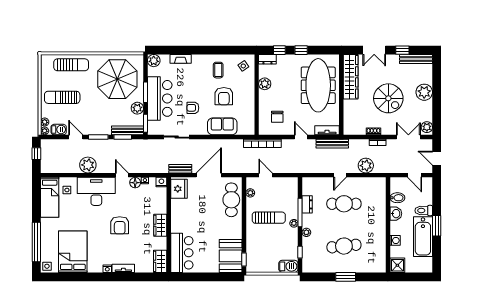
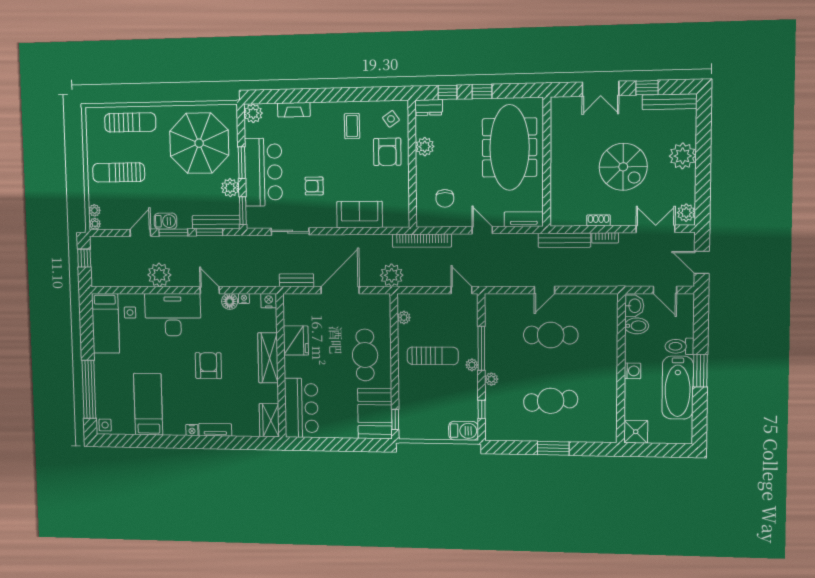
wardrobe: (351, 77) -> (562, 133), removed
armchair: (224, 96) -> (387, 152), moved
barbecue: (59, 130) -> (165, 221), moved
door: (76, 137) -> (140, 233), hinge flipped
bench: (332, 144) -> (564, 240), moved
plant: (366, 166) -> (392, 275), moved
door: (266, 175) -> (462, 290), moved
fridge: (179, 189) -> (296, 340), moved
cafe table: (231, 200) -> (365, 355), moved
dresser: (307, 204) -> (492, 336), removed
washbasin: (396, 214) -> (634, 306), moved
armchair: (120, 225) -> (208, 366), turned 180
wardrobe: (160, 225) -> (268, 358), width x1.50
washing machine: (395, 240) -> (632, 371), moved
bed: (73, 252) -> (148, 404), width x0.67

